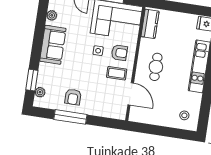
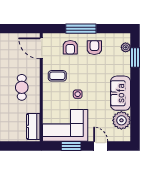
plant: (52, 15) -> (121, 120), width x1.88, depth x1.88
armchair: (119, 53) -> (70, 47), moved, turned -90
door: (131, 94) -> (41, 48), moved
window: (70, 117) -> (81, 29), moved

